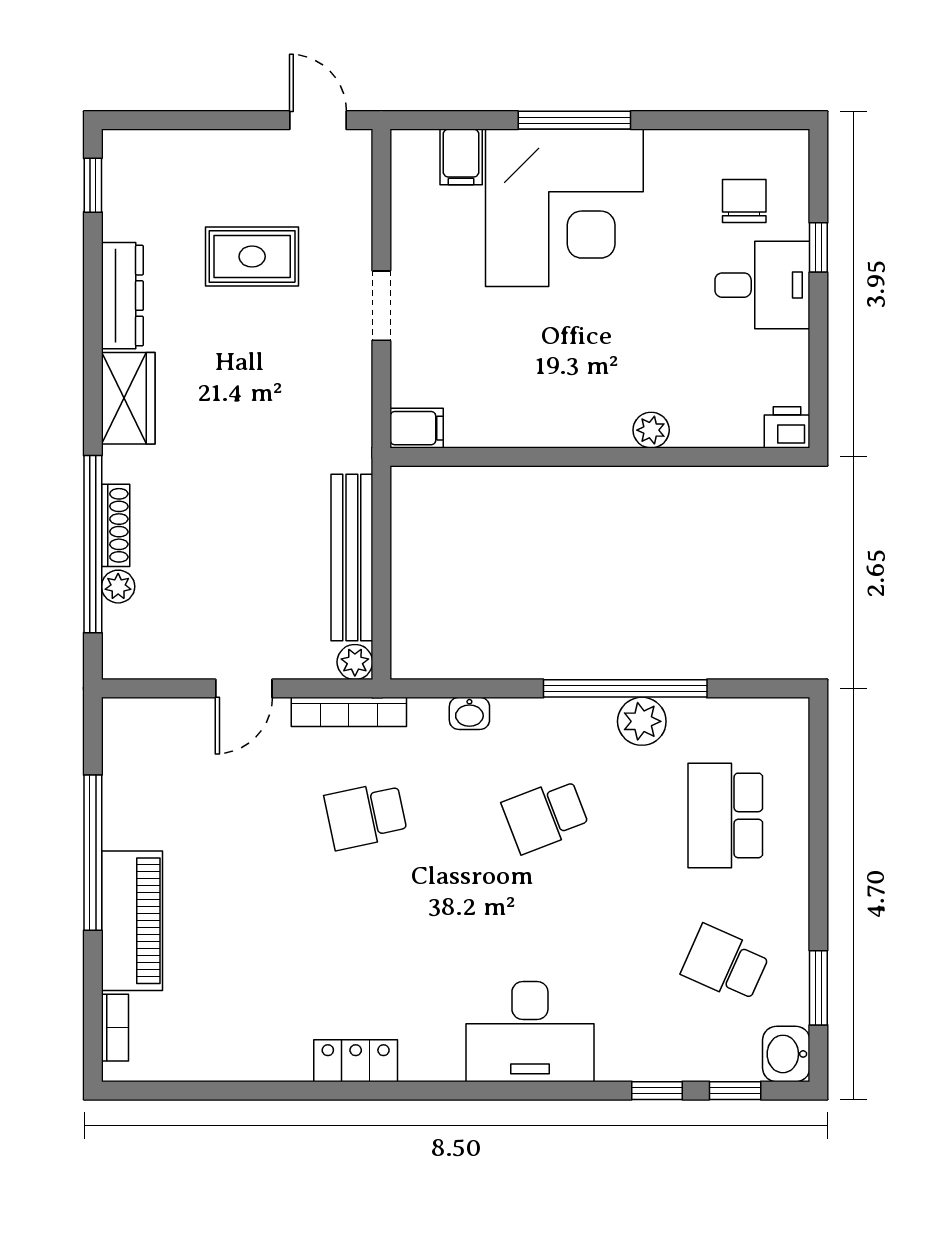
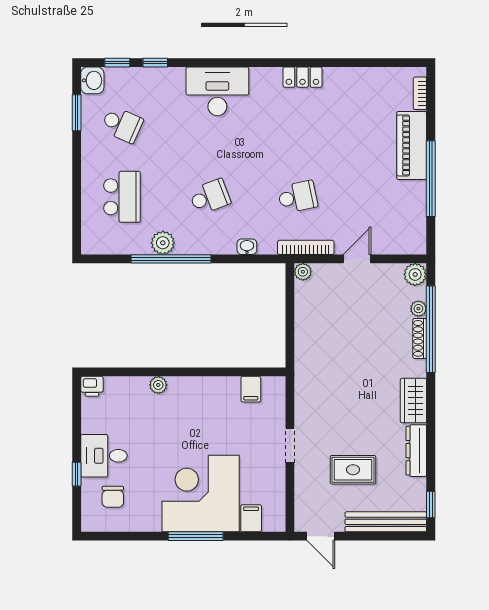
filing cabinet: (417, 428) -> (251, 389), moved, turned -90
bench: (352, 557) -> (386, 522), moved, turned 90
plant: (125, 656) -> (415, 274), added

